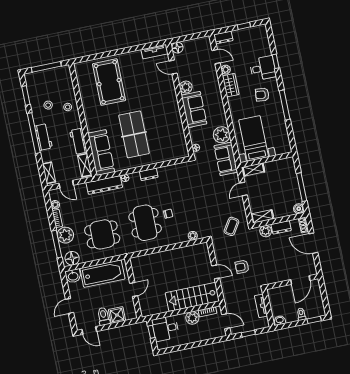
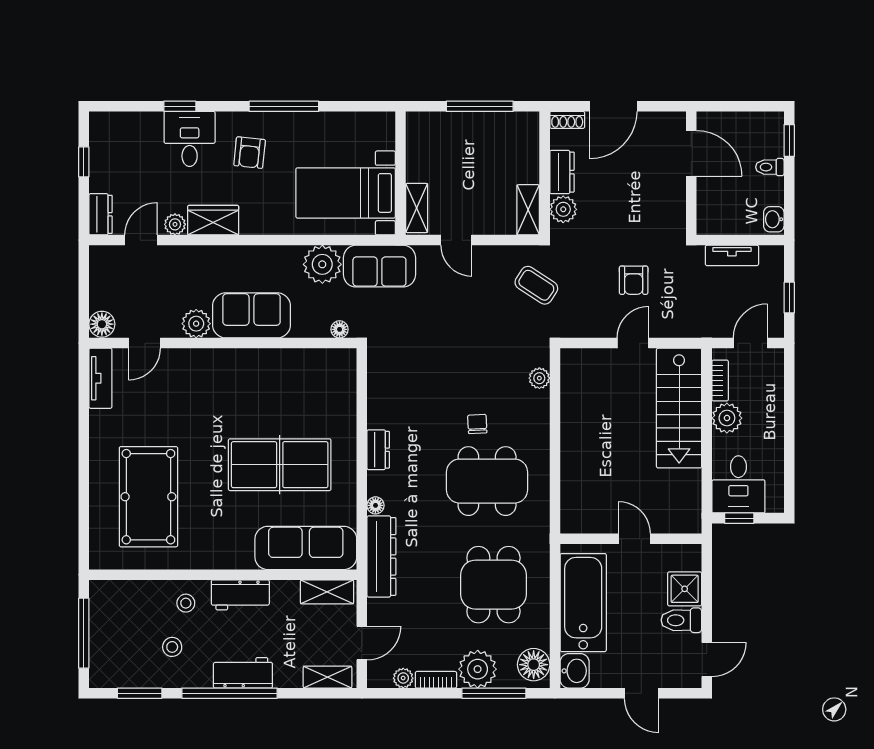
pool table: (109, 82) -> (148, 497), turned 90
workbench: (78, 141) -> (240, 595), moved
boiler: (299, 209) -> (528, 123), removed

